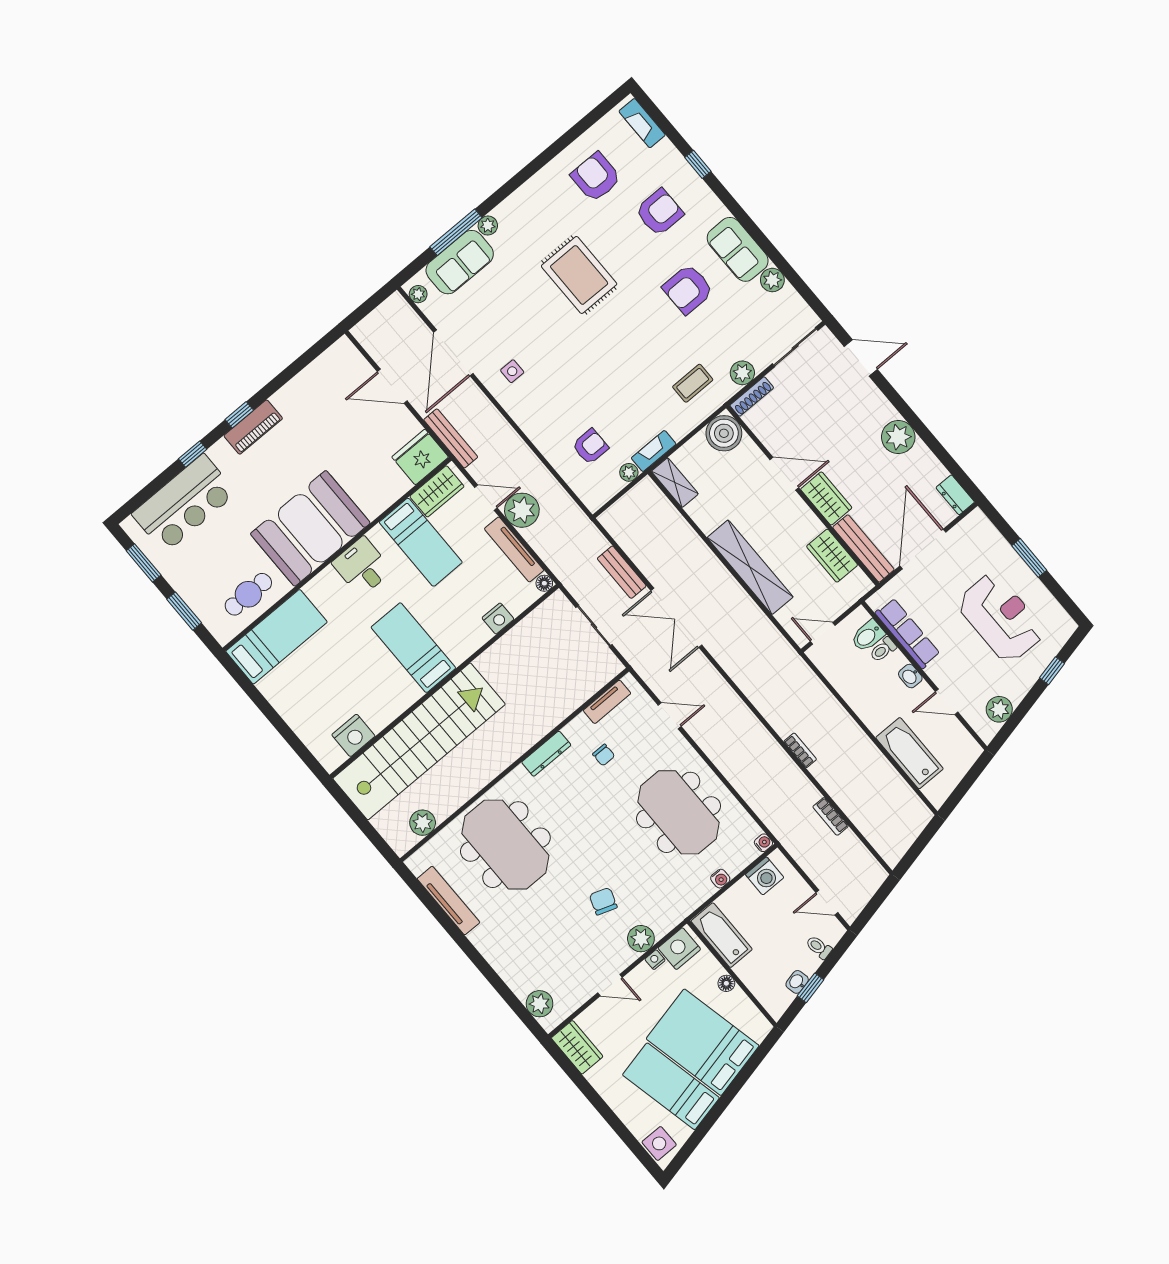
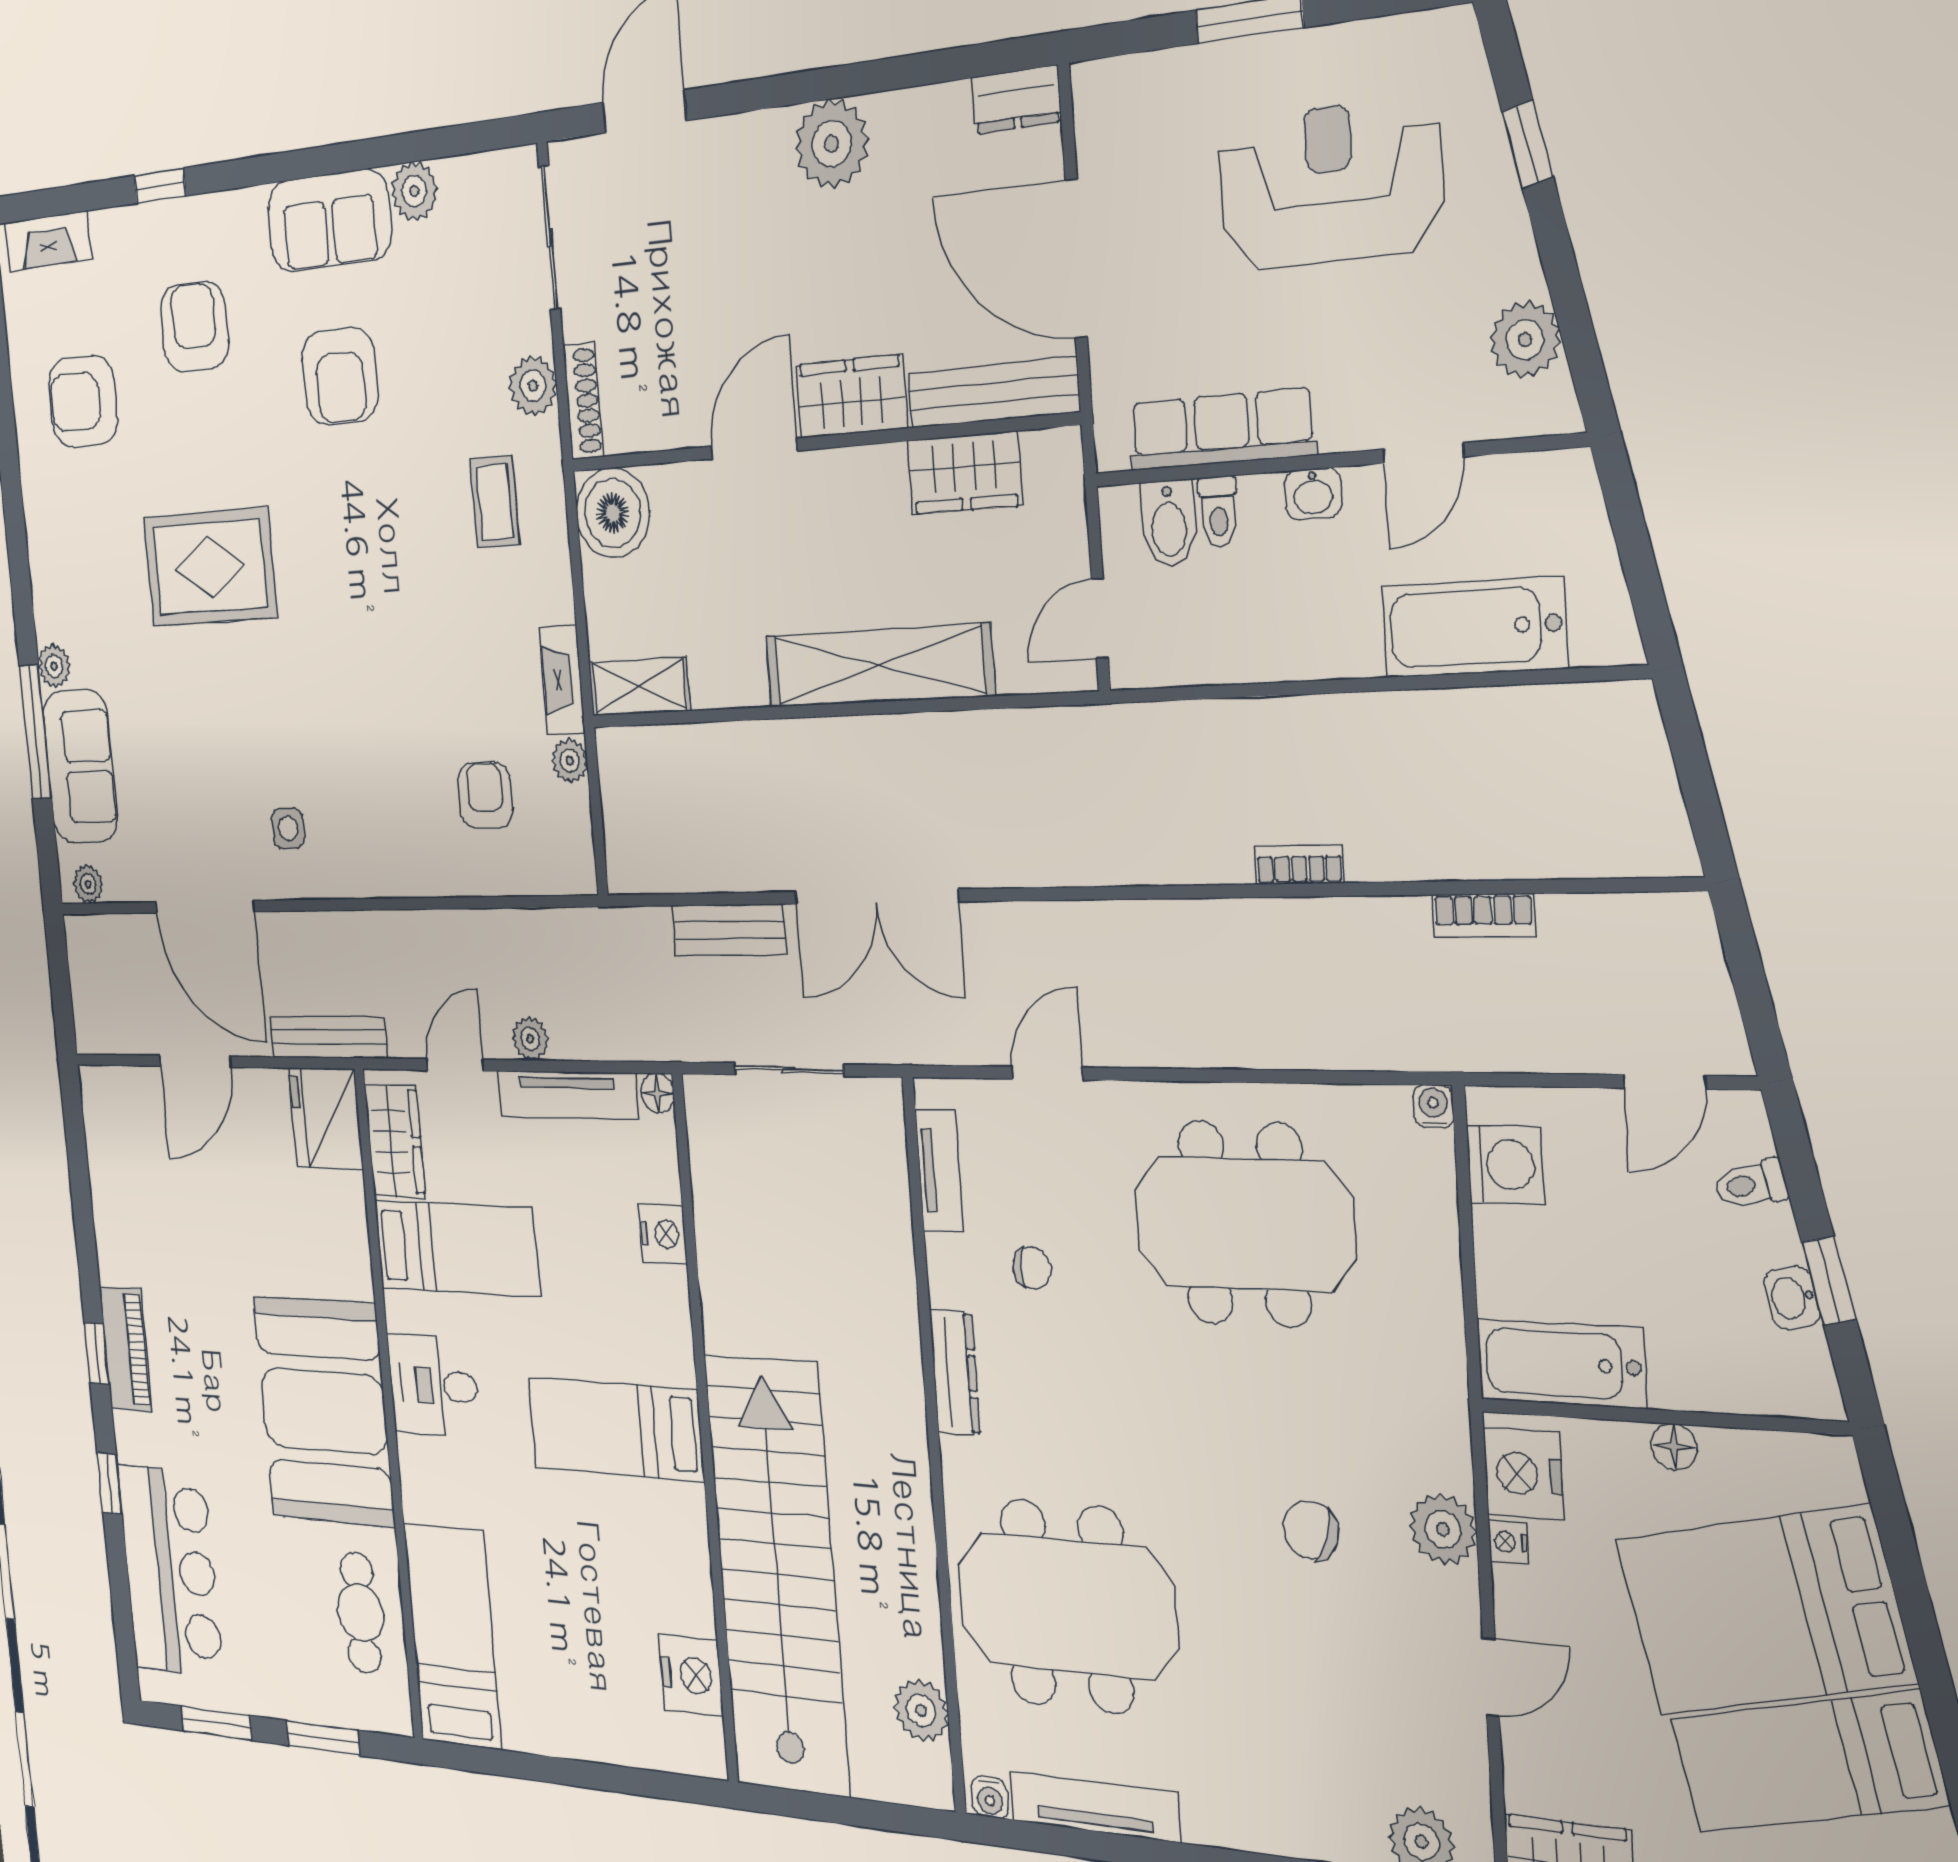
plant: (522, 510) -> (530, 1039), width x0.53, depth x0.53
water cooler: (720, 879) -> (990, 1797), moved, turned 90

